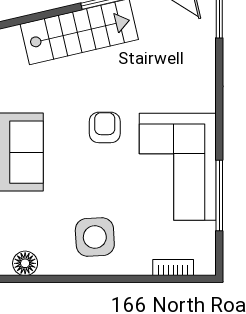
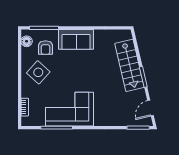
armchair: (105, 127) -> (46, 48), moved, turned 90
side table: (95, 237) -> (38, 72), turned 45

